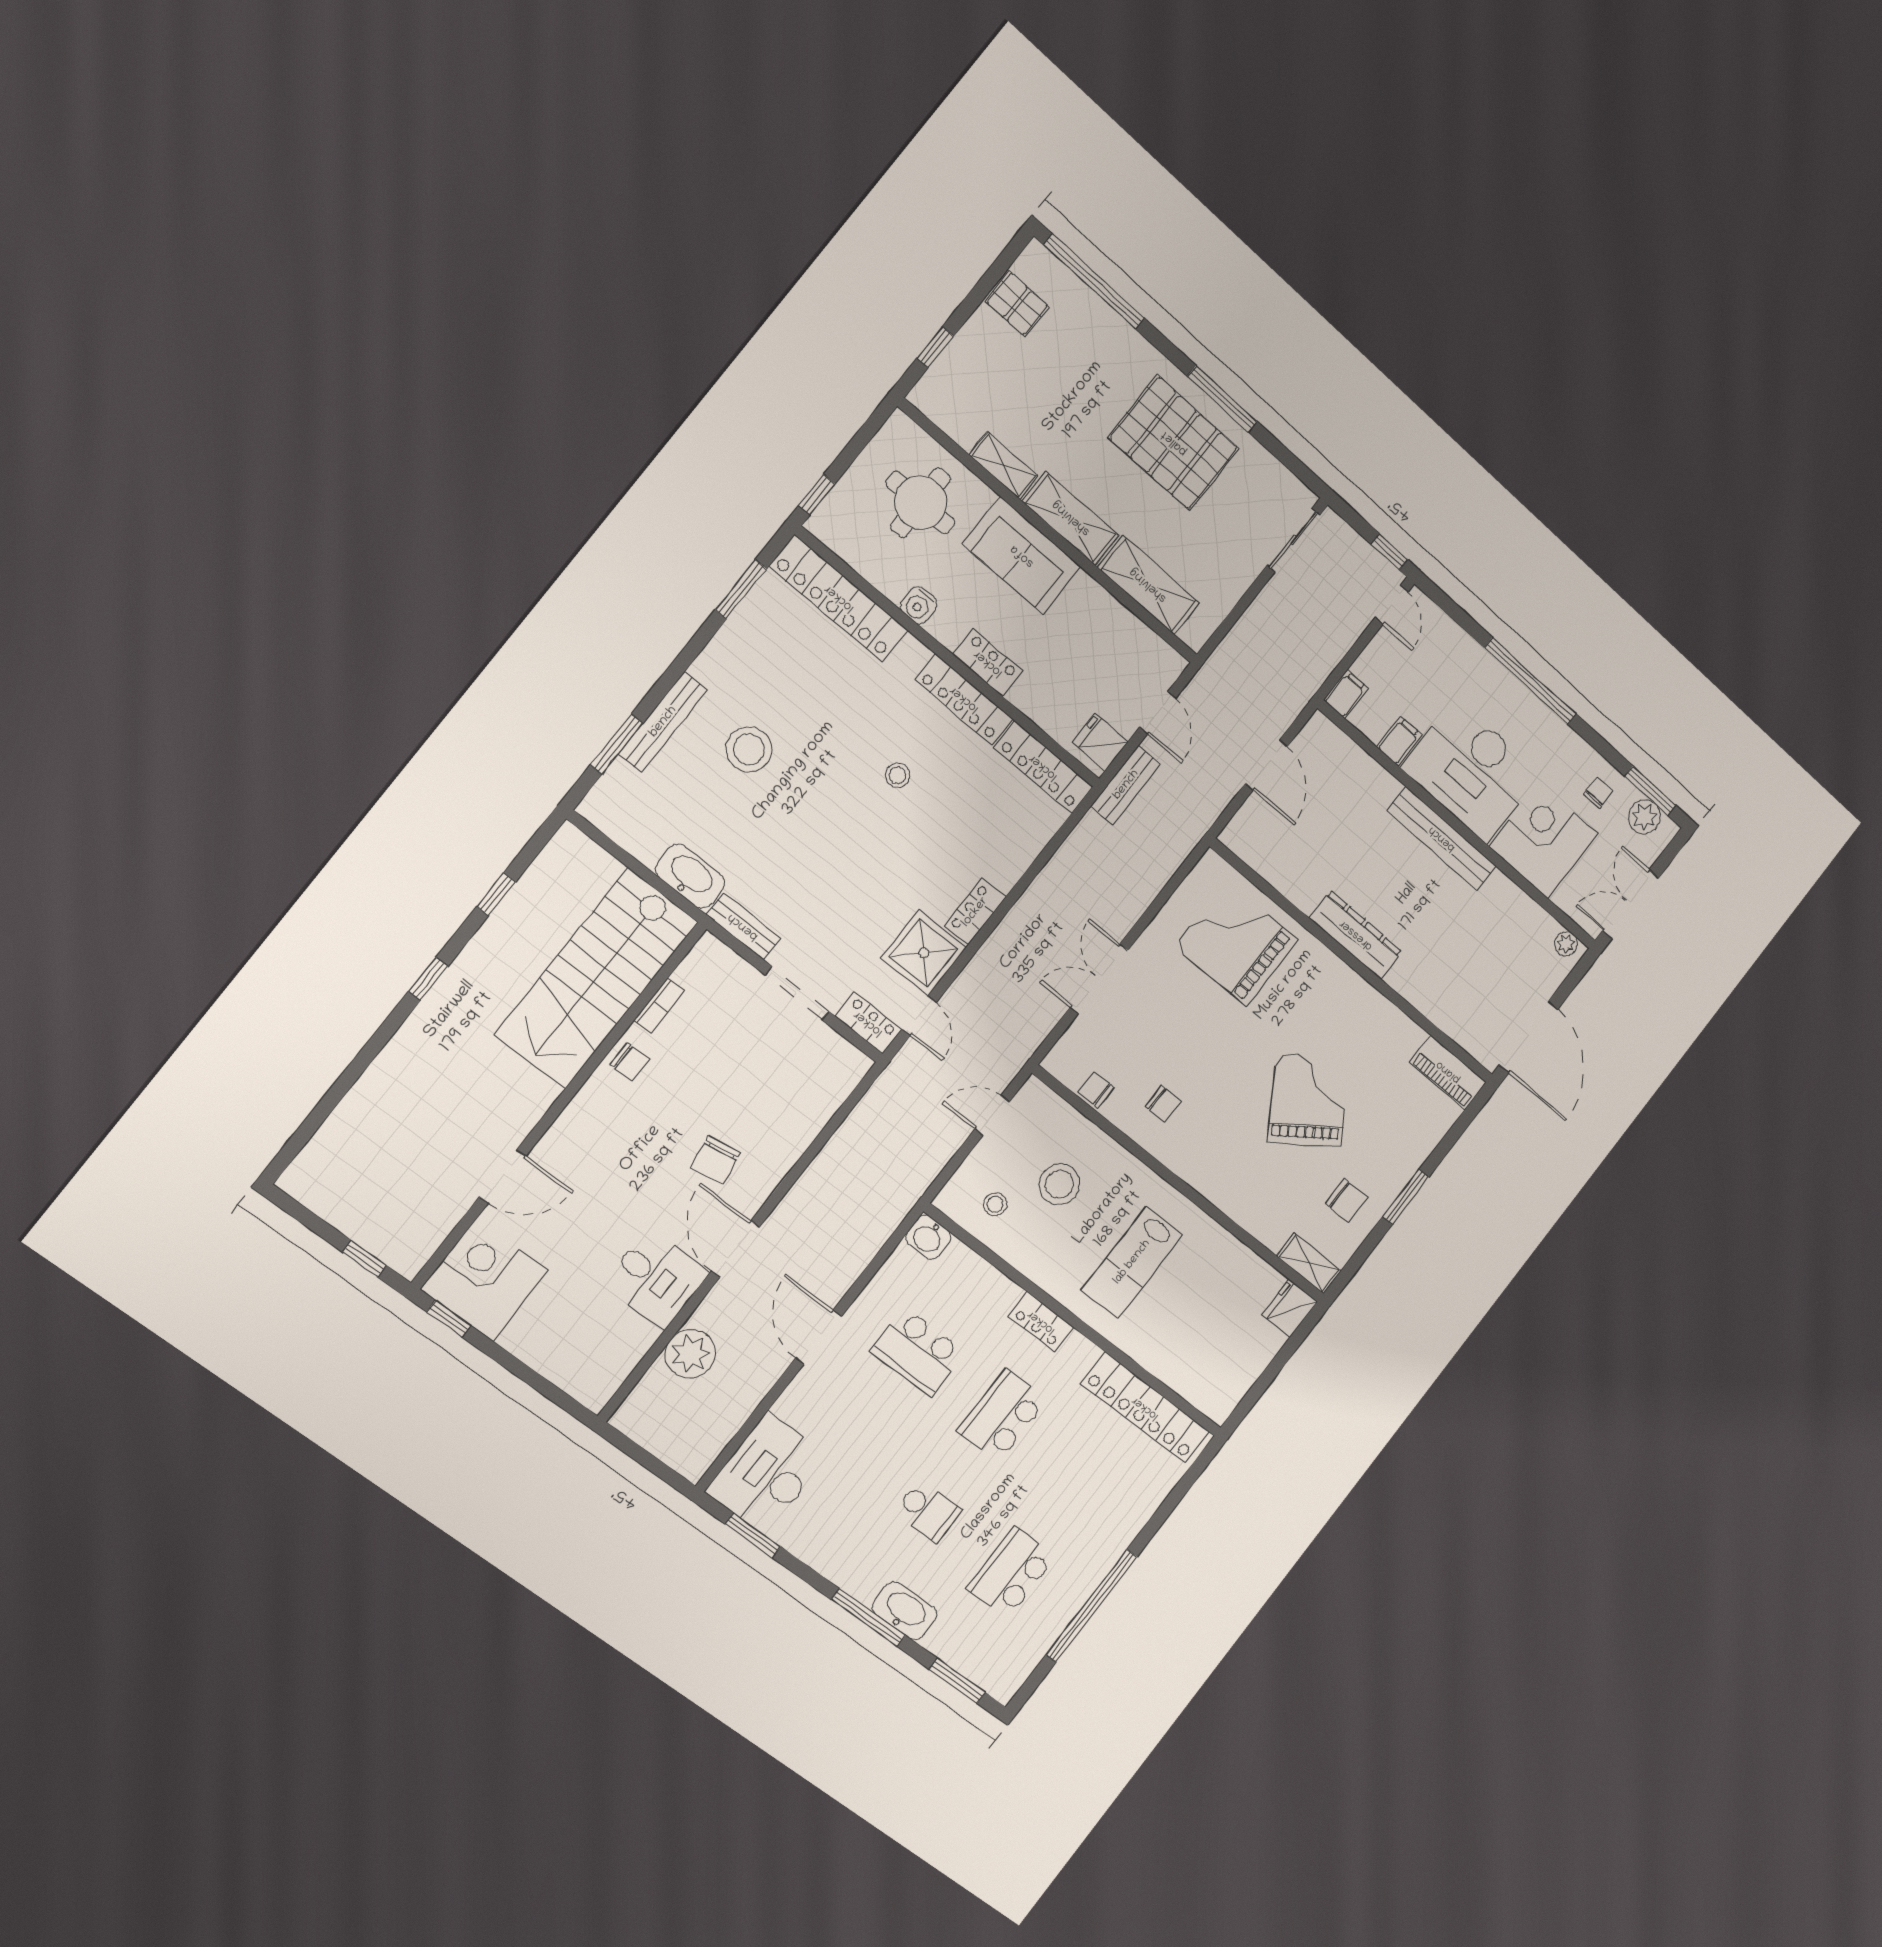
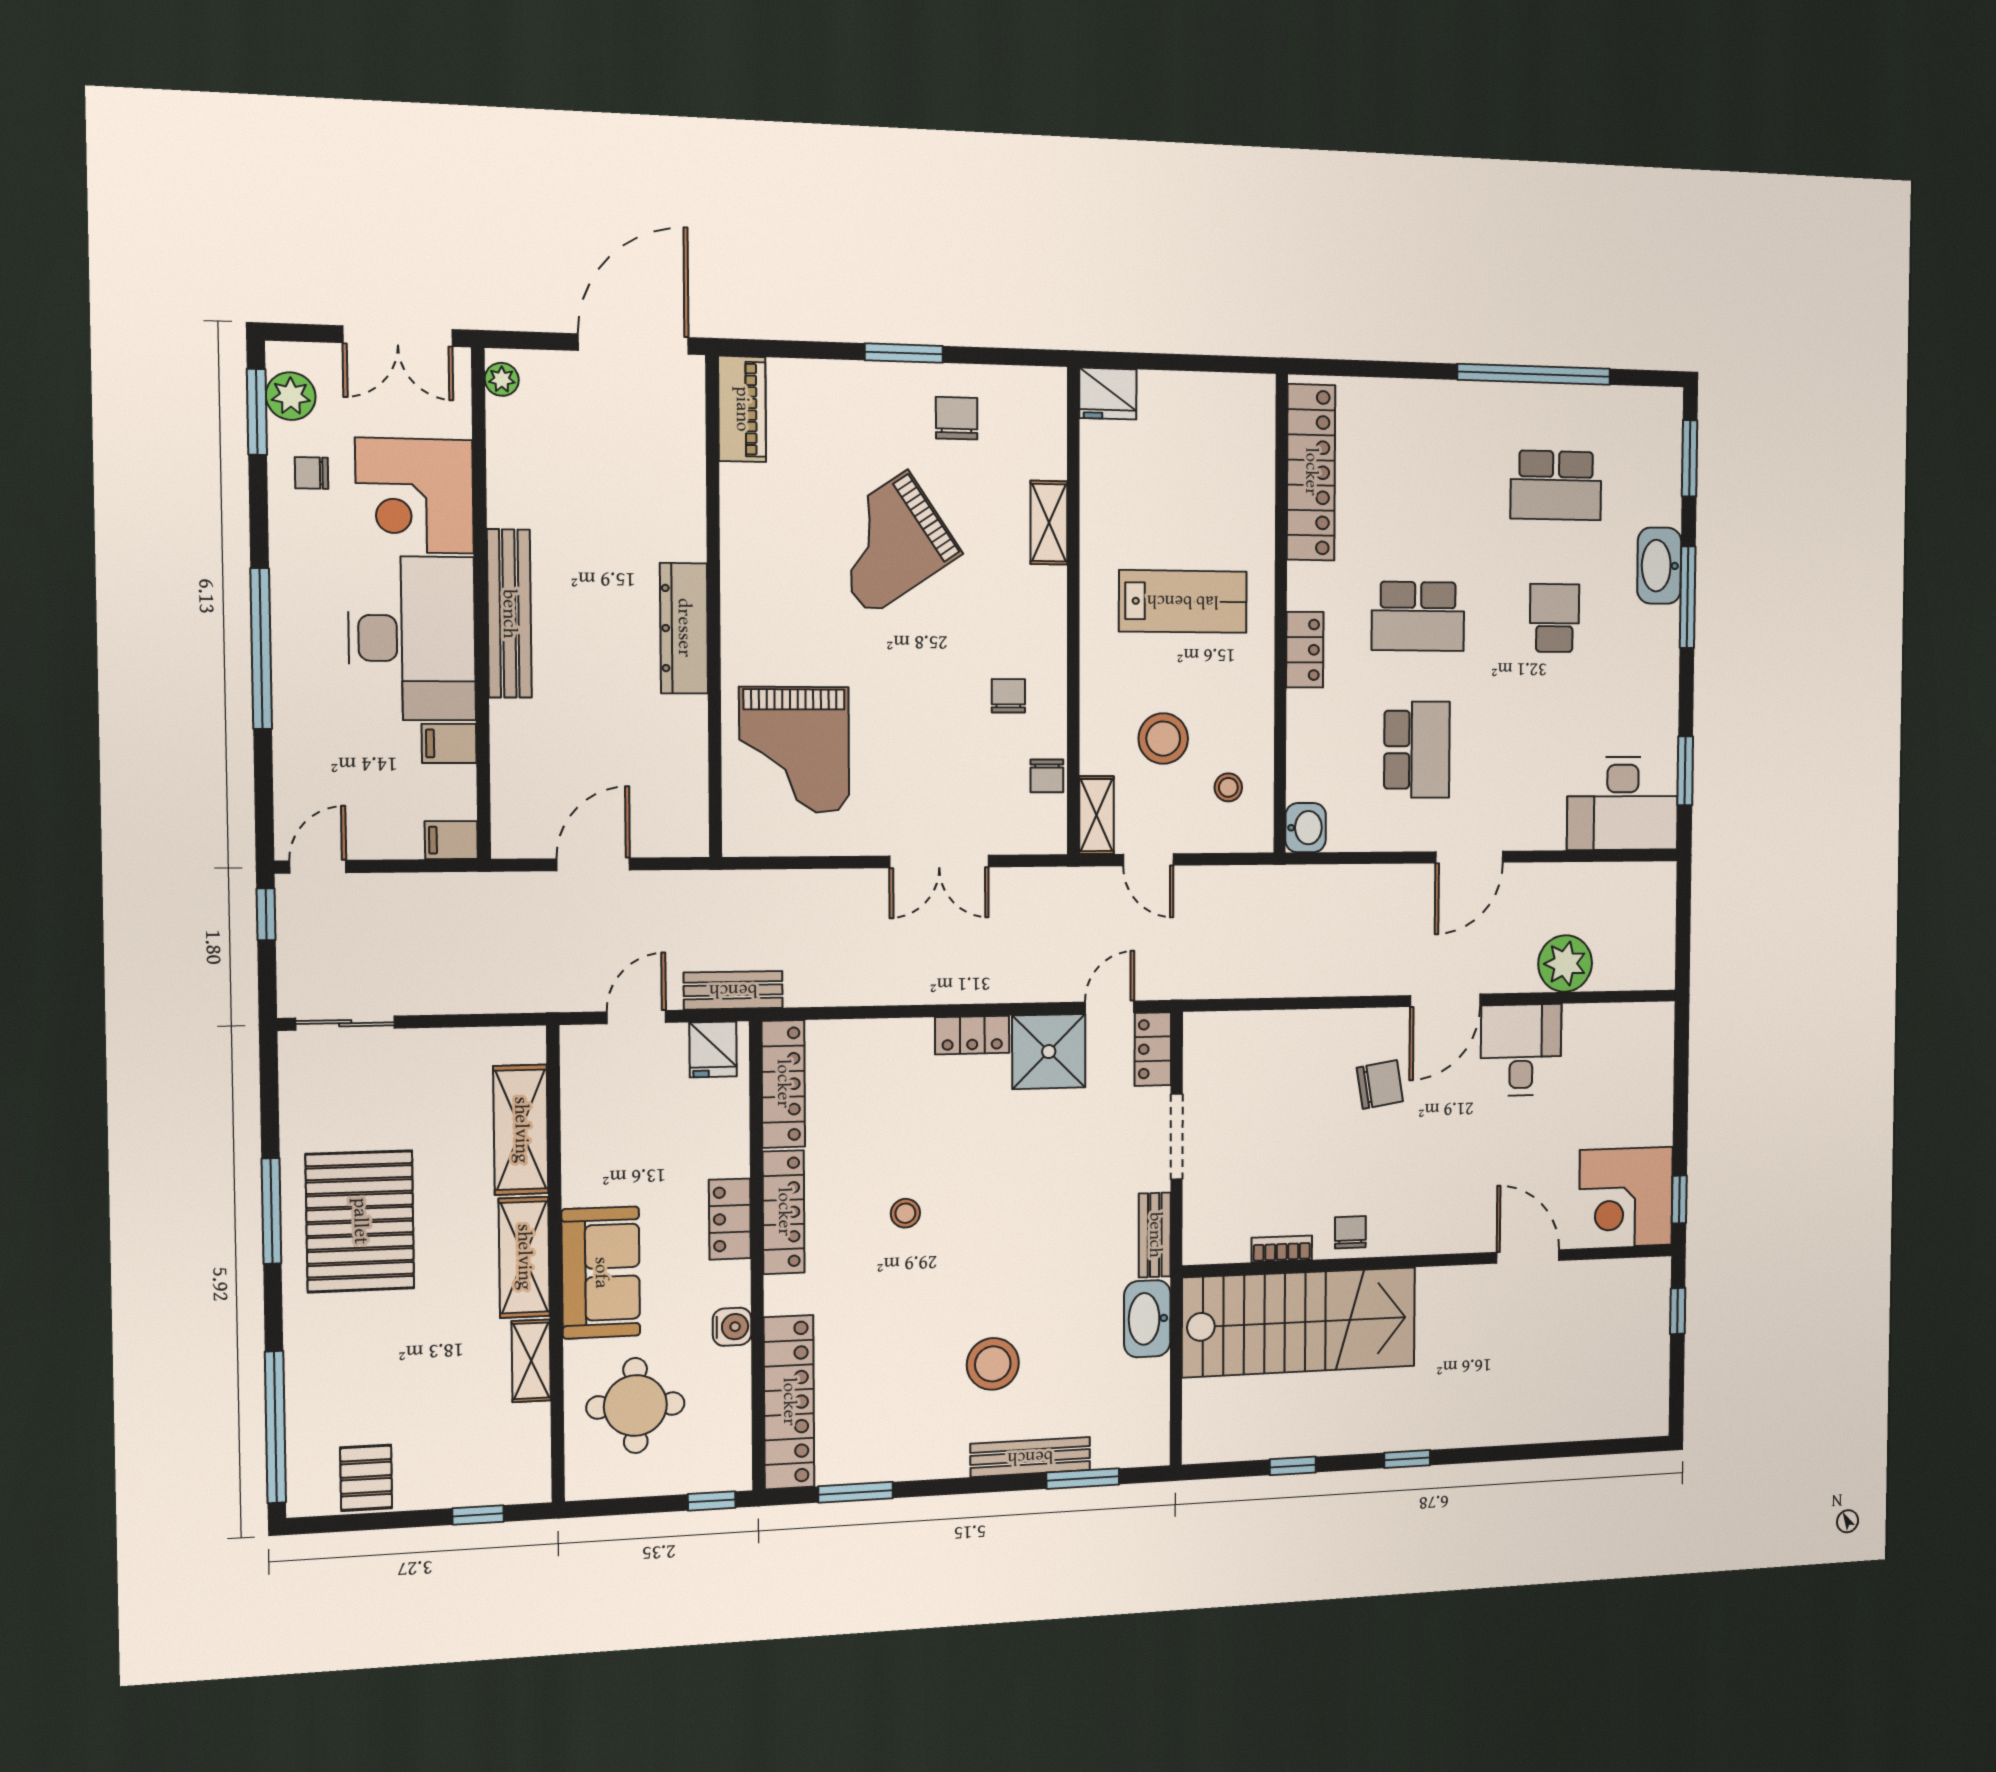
shelving: (1047, 1103) -> (1096, 815), added
shelving: (1309, 1264) -> (1049, 523), moved

